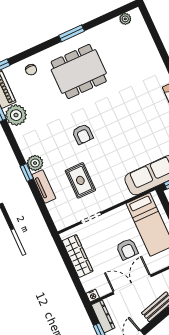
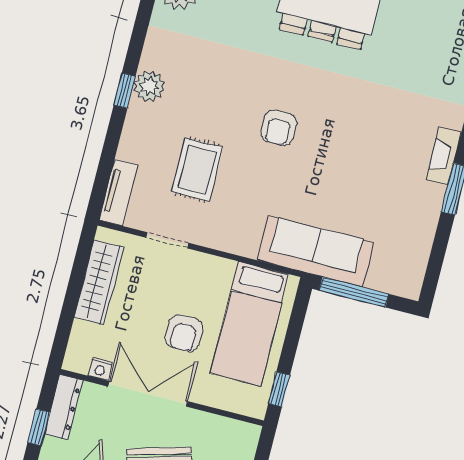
armchair: (83, 134) -> (279, 128), moved
tv unit: (44, 187) -> (118, 192), moved
nightstand: (93, 296) -> (100, 369), moved

